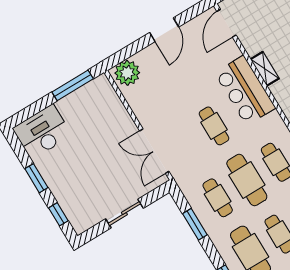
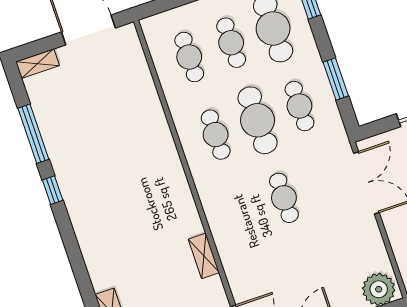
bar counter: (245, 90) -> (235, 234), removed

